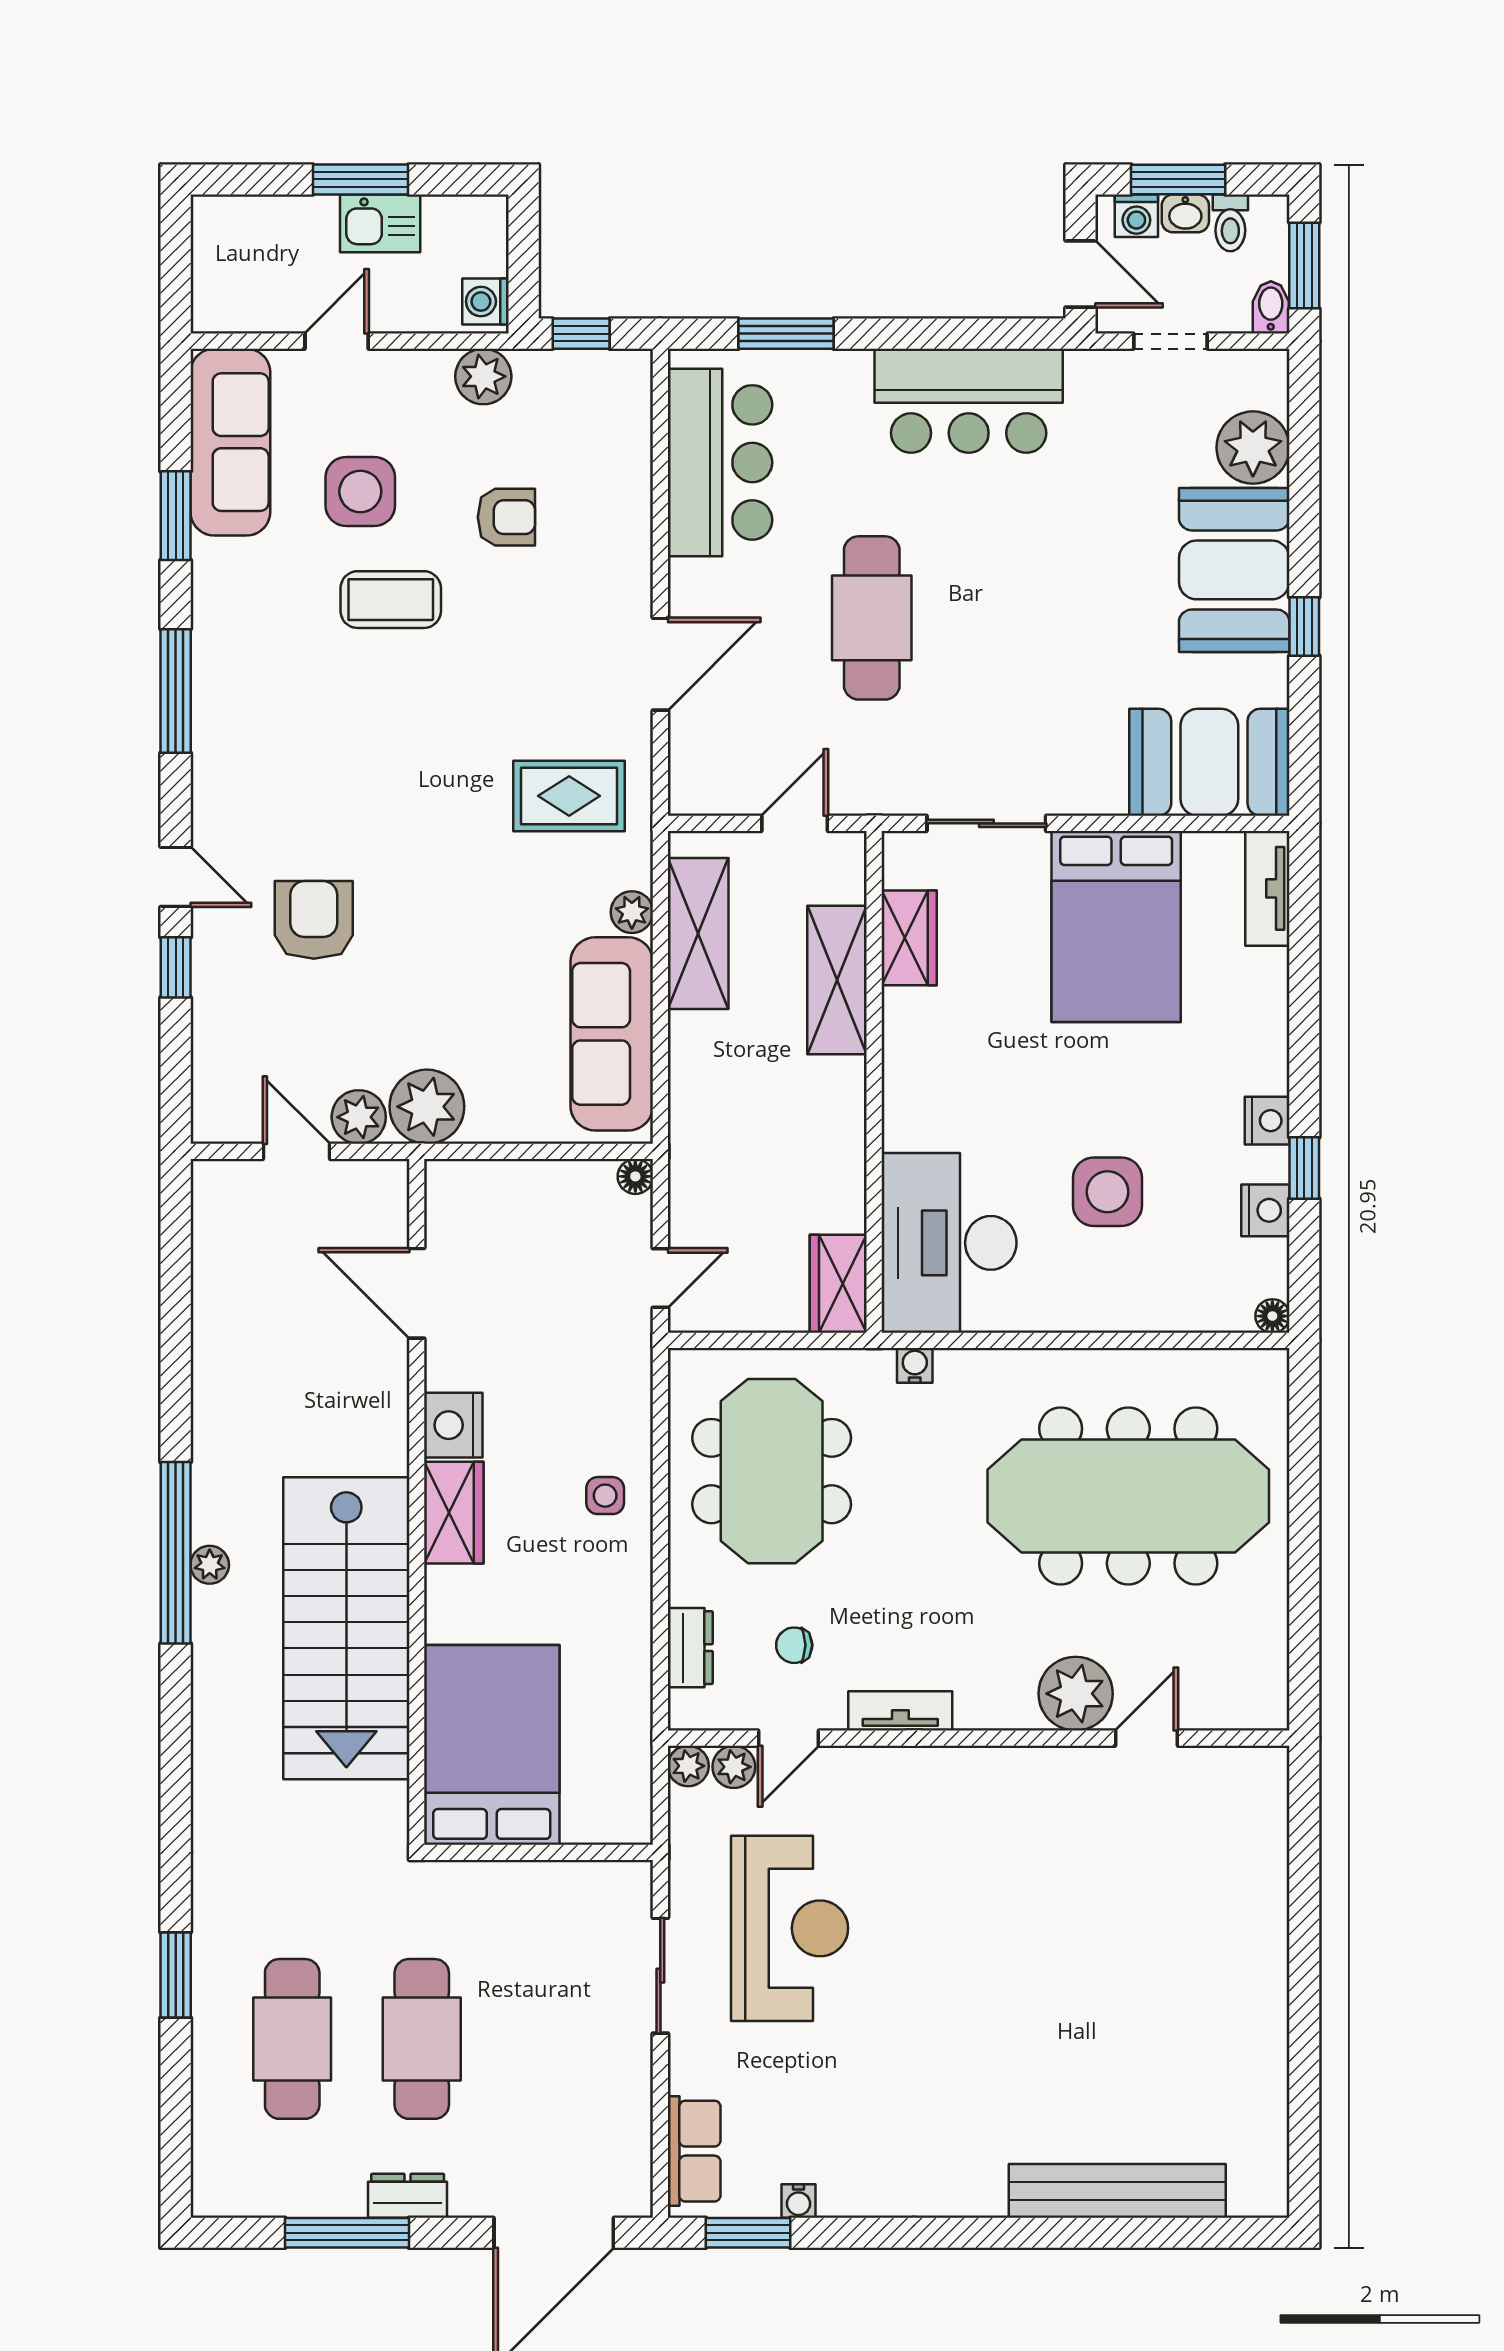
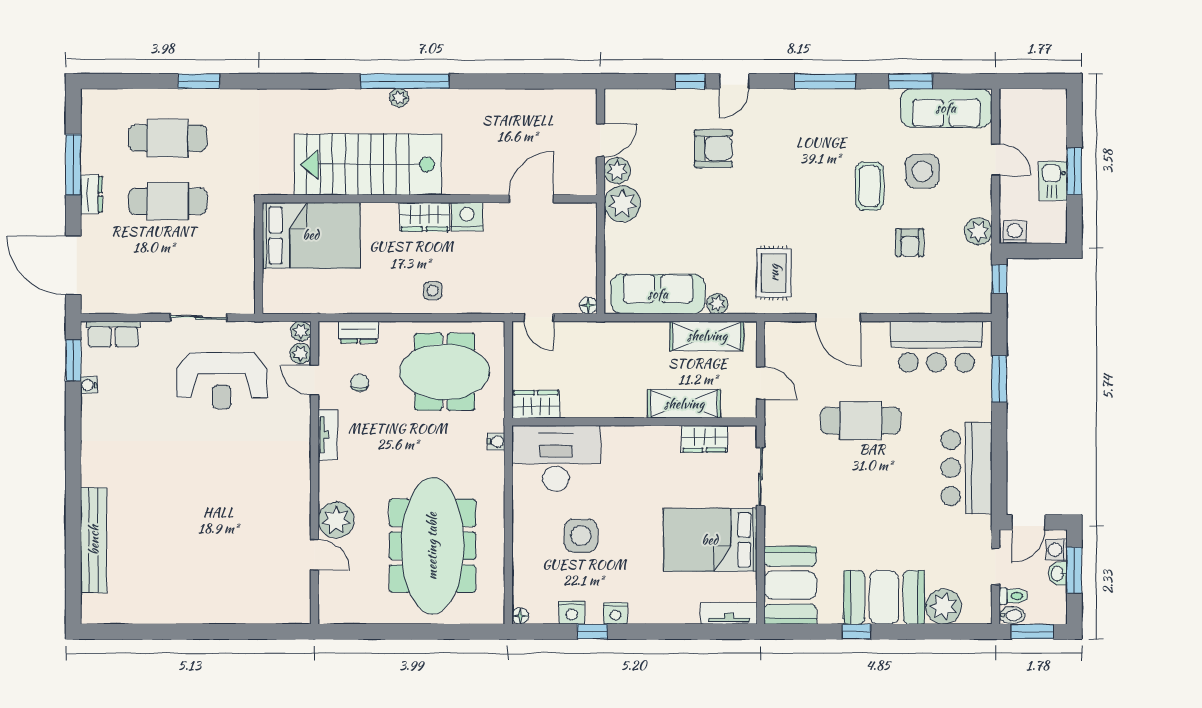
toilet: (1230, 223) -> (1013, 596), moved, turned 180

